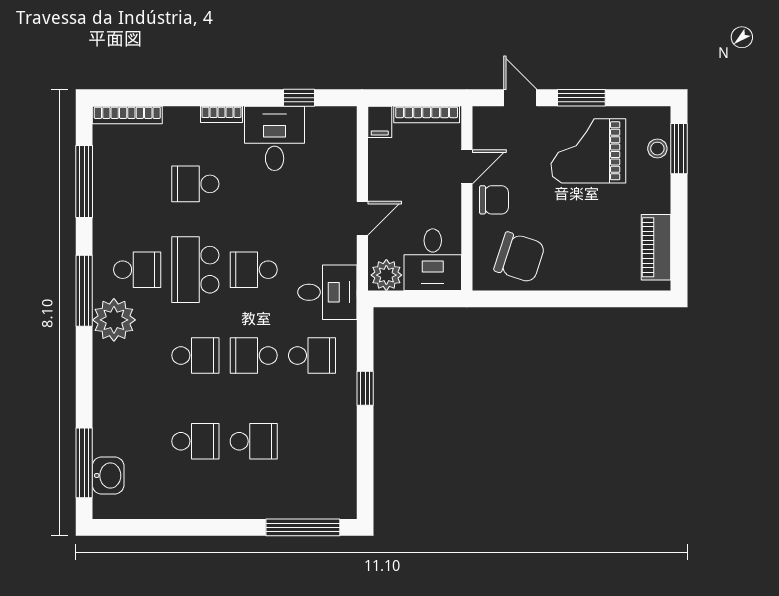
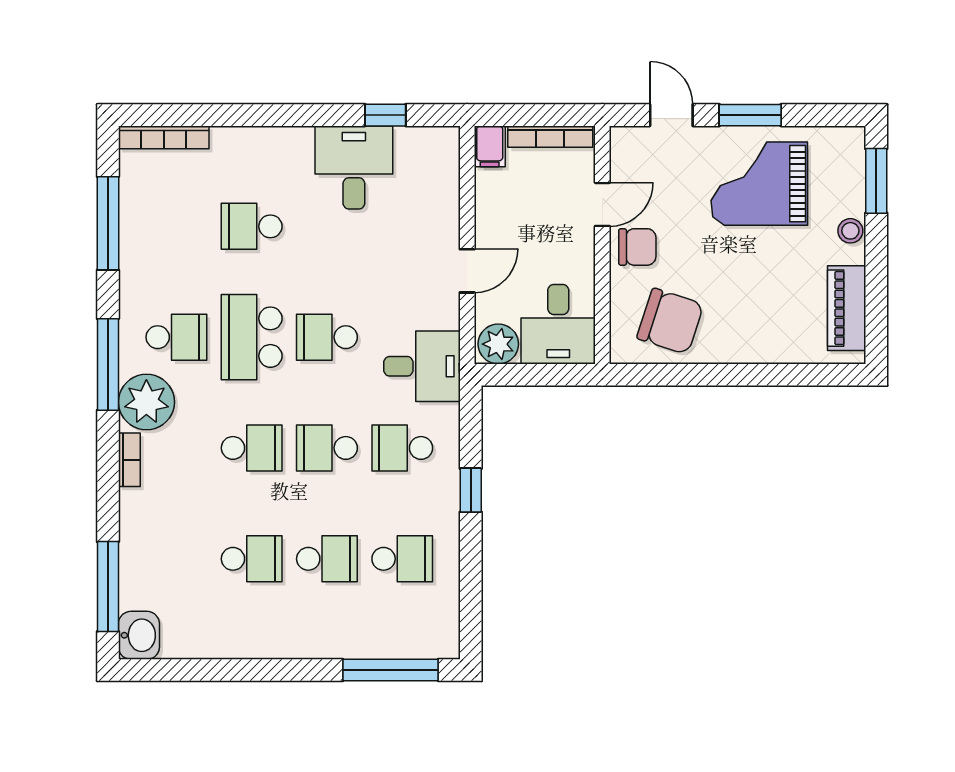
bookcase: (222, 114) -> (129, 460), moved, turned -90
stool: (657, 149) -> (850, 231), moved
school desk: (312, 355) -> (402, 448), turned 180
school desk: (312, 441) -> (402, 559), added
washbasin: (108, 476) -> (139, 635), moved

